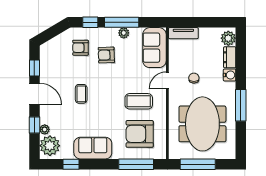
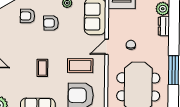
water cooler: (230, 75) -> (164, 42), removed
coffee table: (81, 94) -> (42, 68), moved

